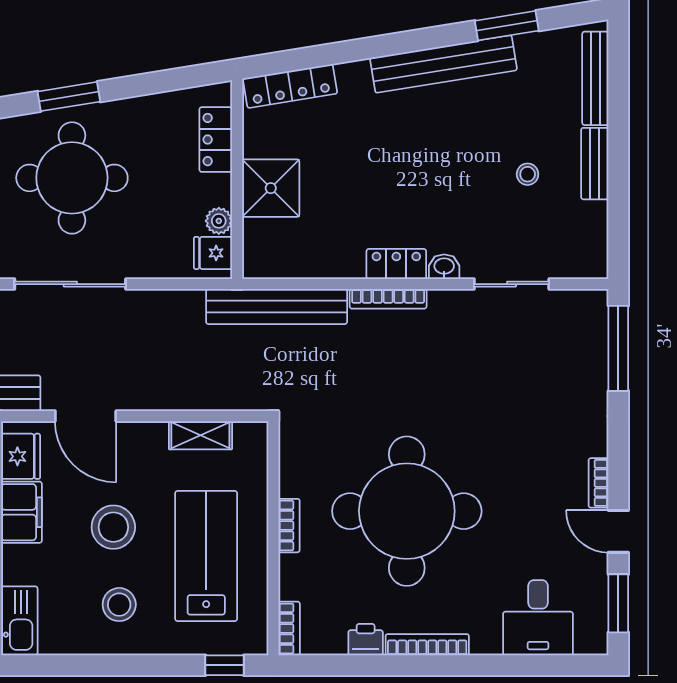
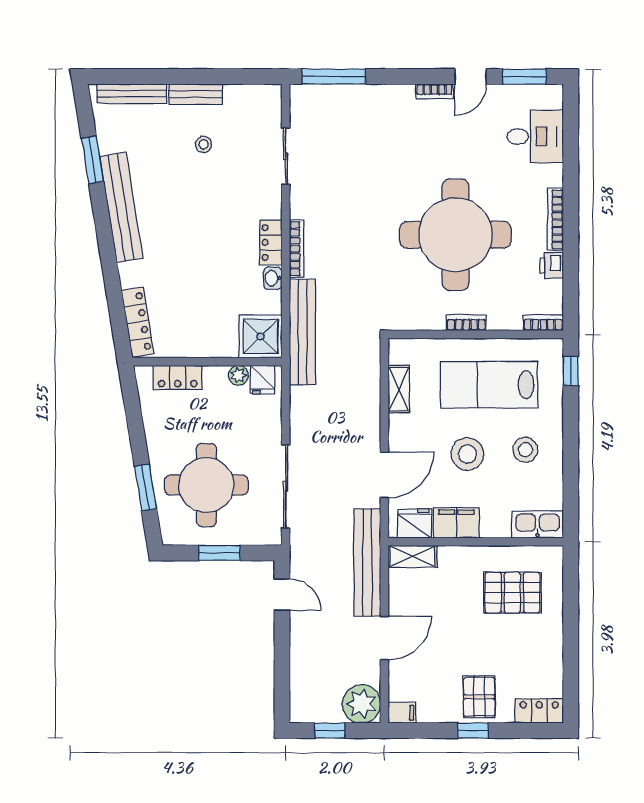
shower: (271, 188) -> (261, 336), moved
washbasin: (444, 267) -> (273, 278), moved

